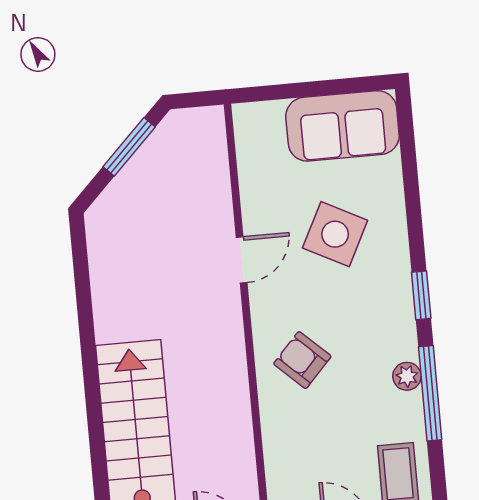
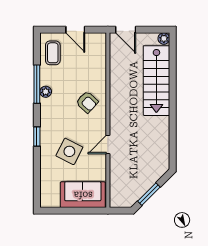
sofa: (342, 126) -> (83, 195), moved
window: (421, 295) -> (37, 136), moved

